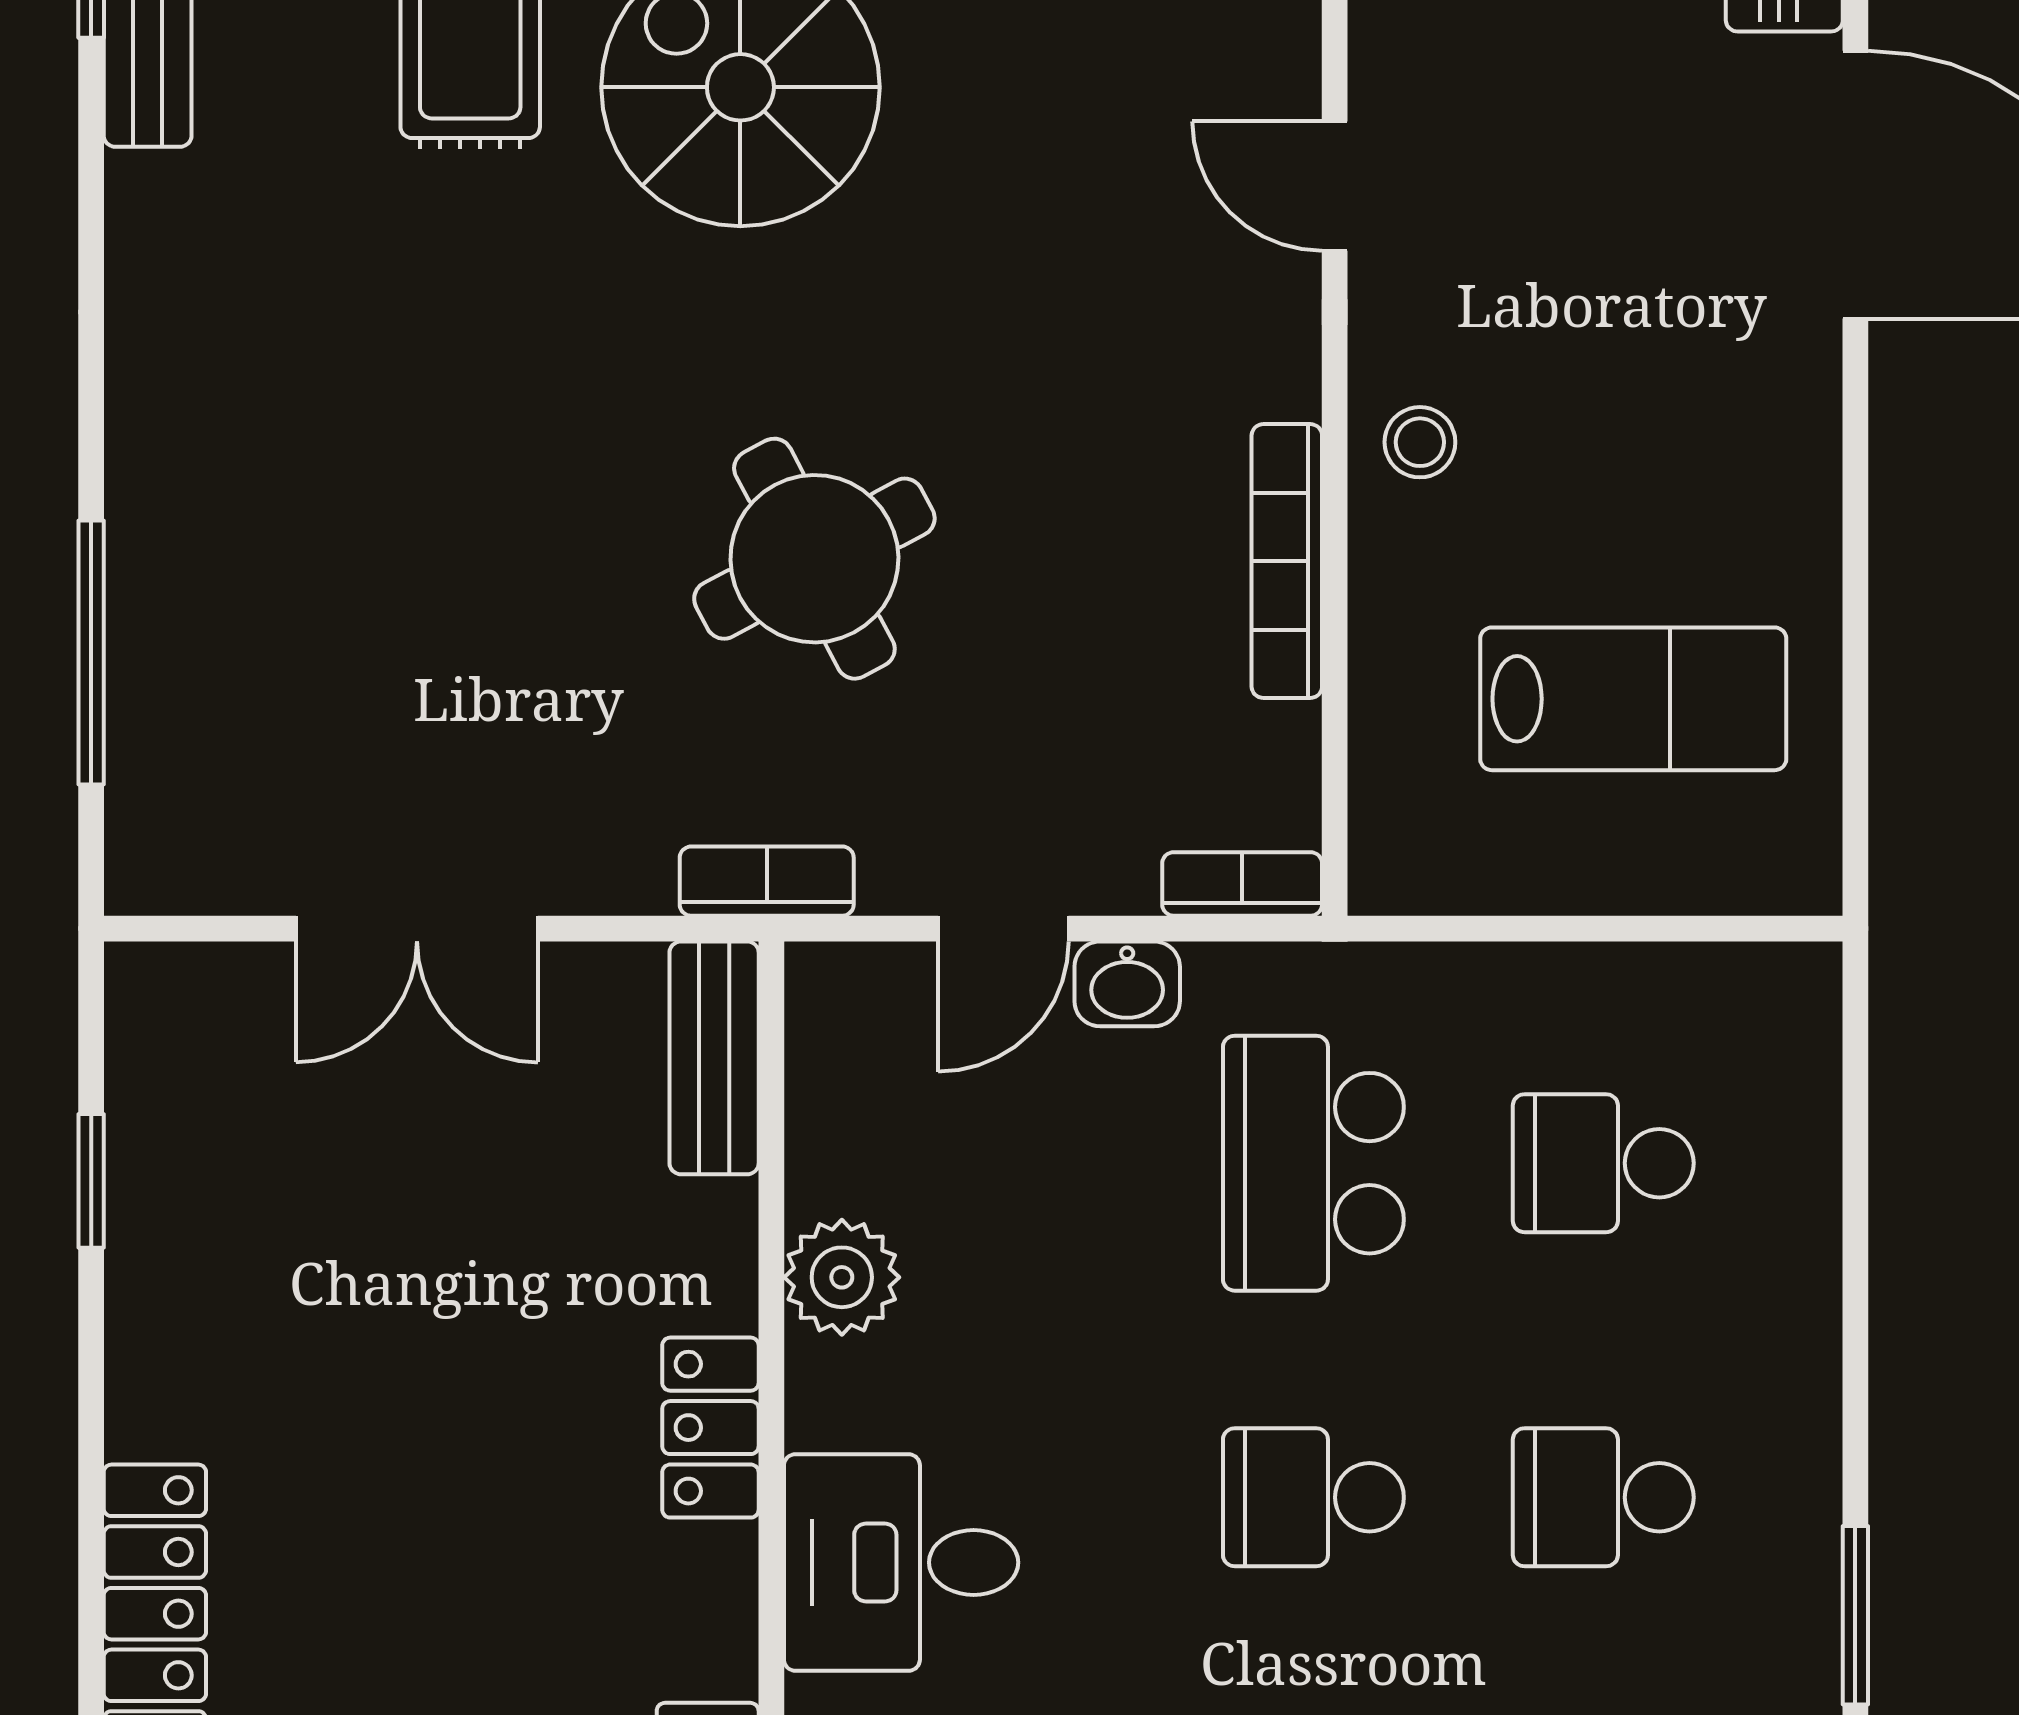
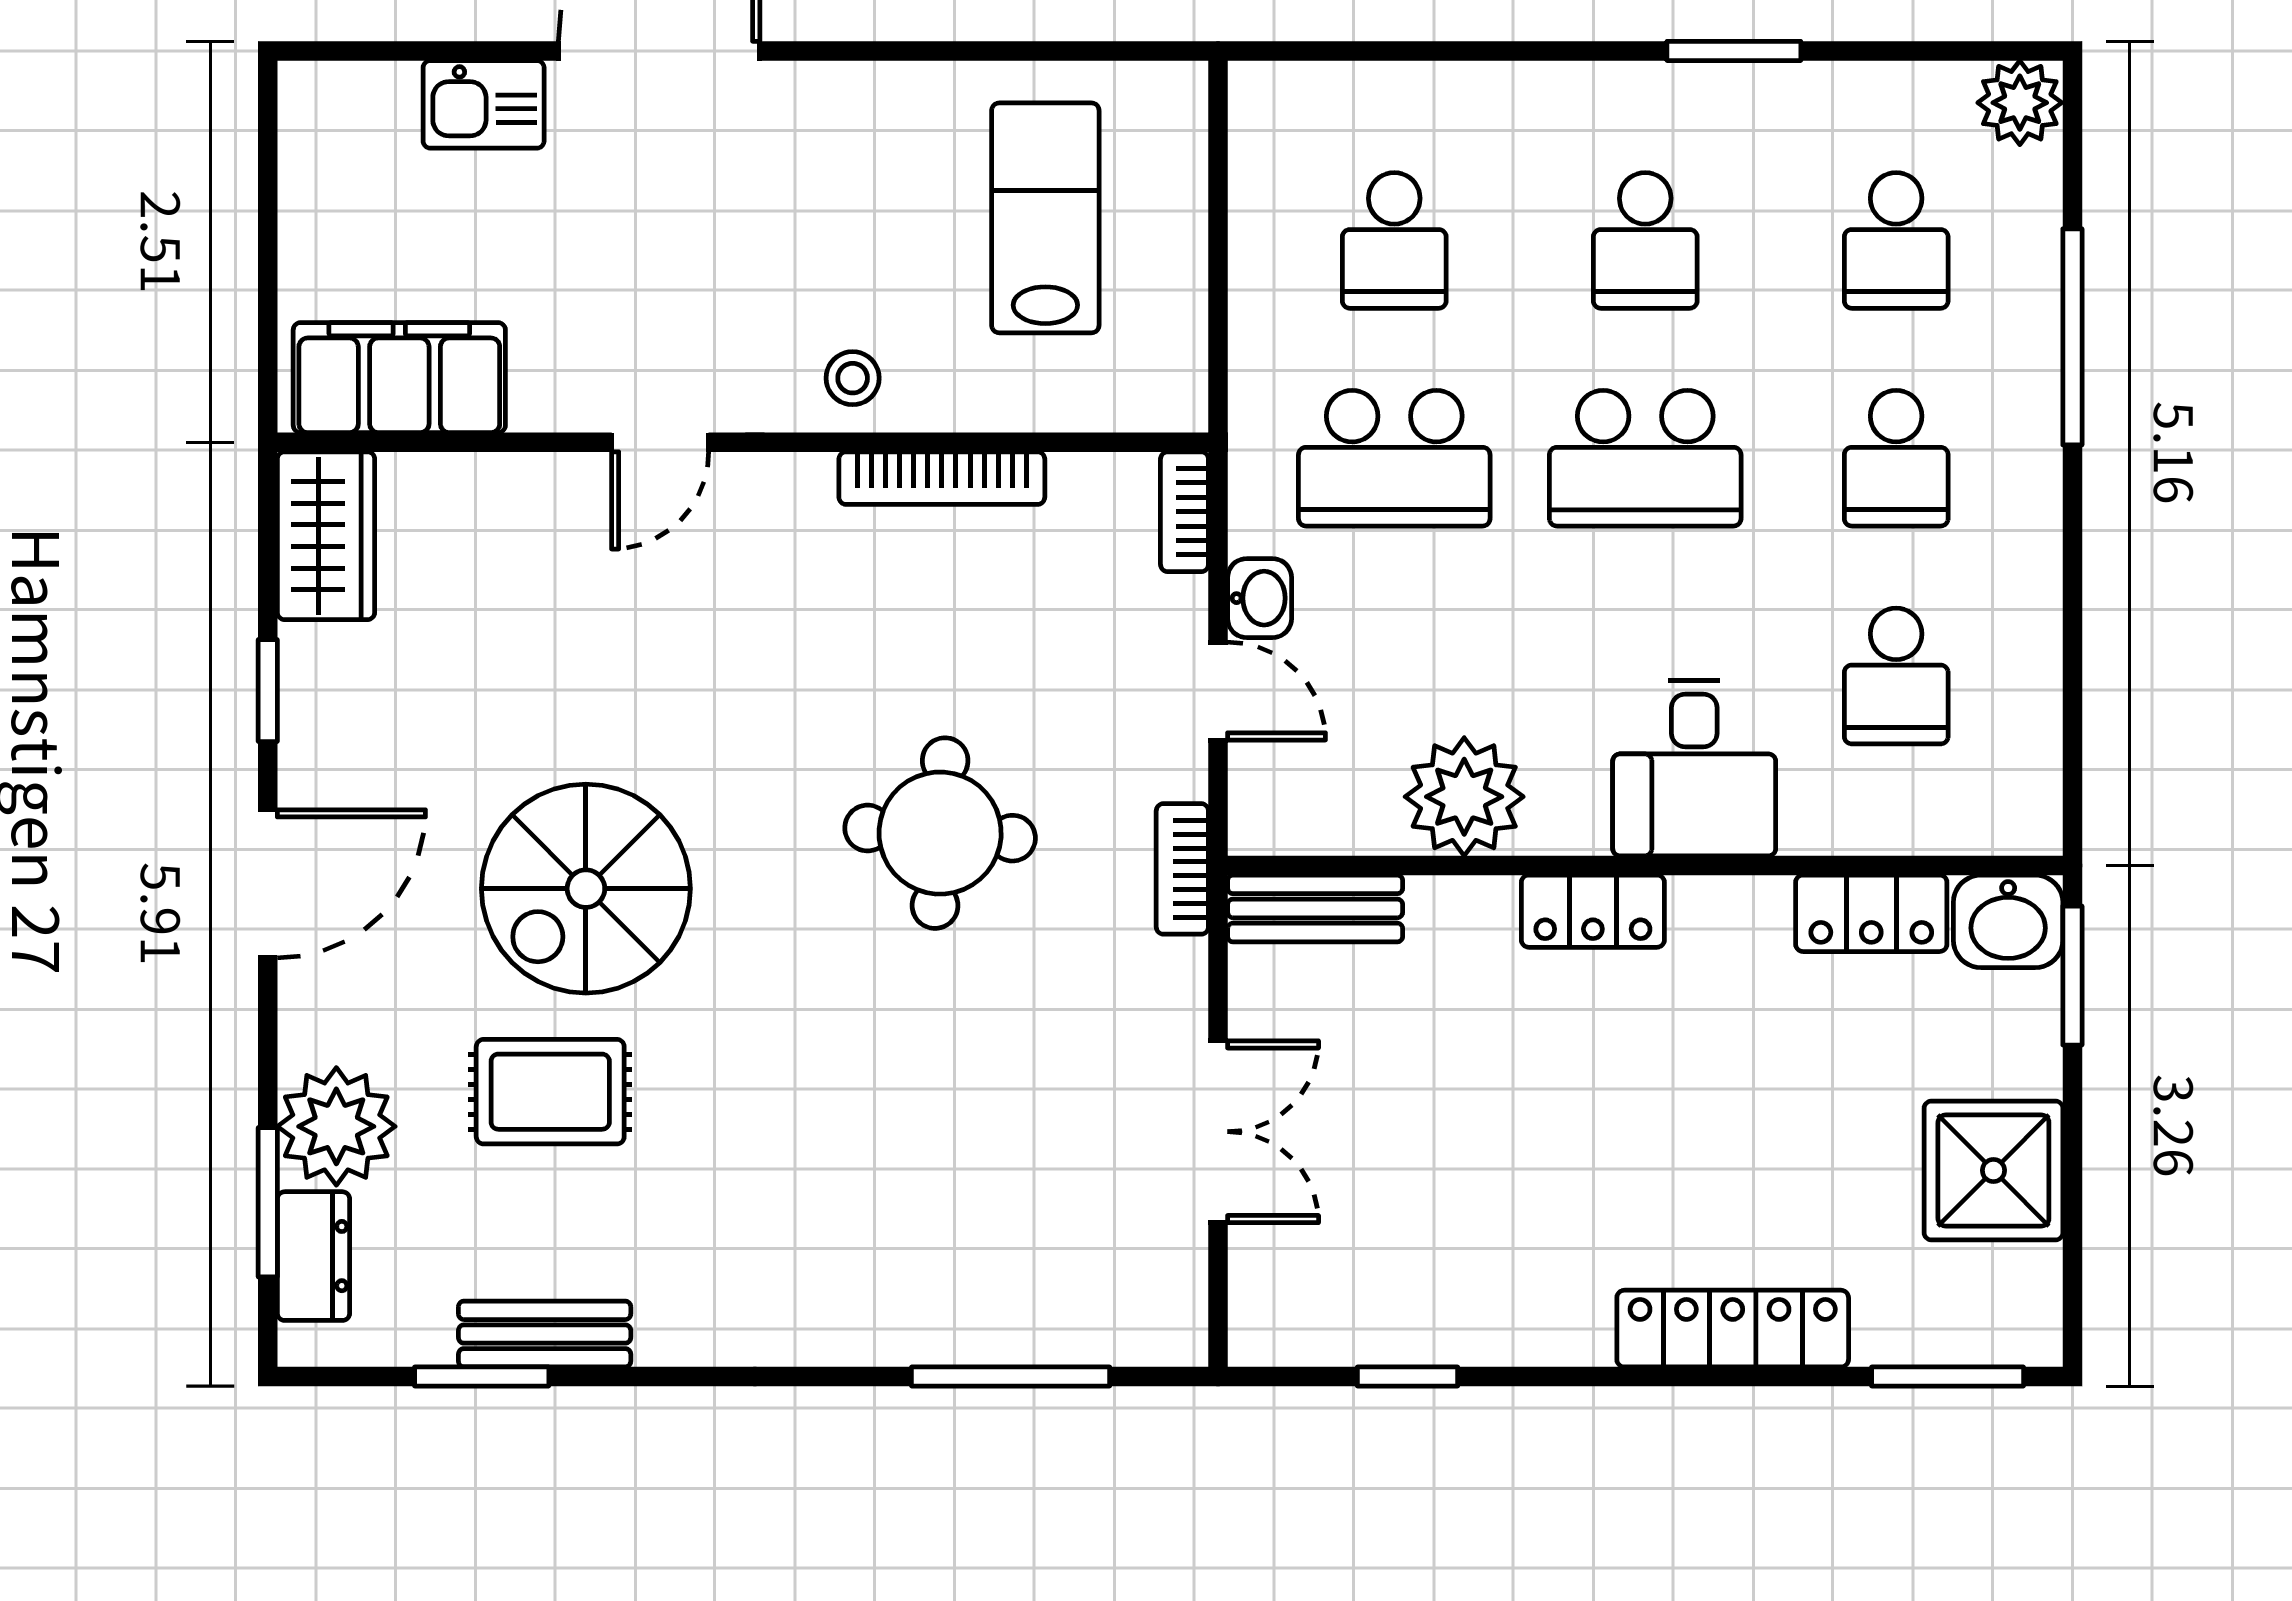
round table: (814, 559) -> (940, 833), turned 32
plant: (842, 1277) -> (1464, 797), width x1.36, depth x1.36
school desk: (1313, 1497) -> (1645, 458), width x1.85

